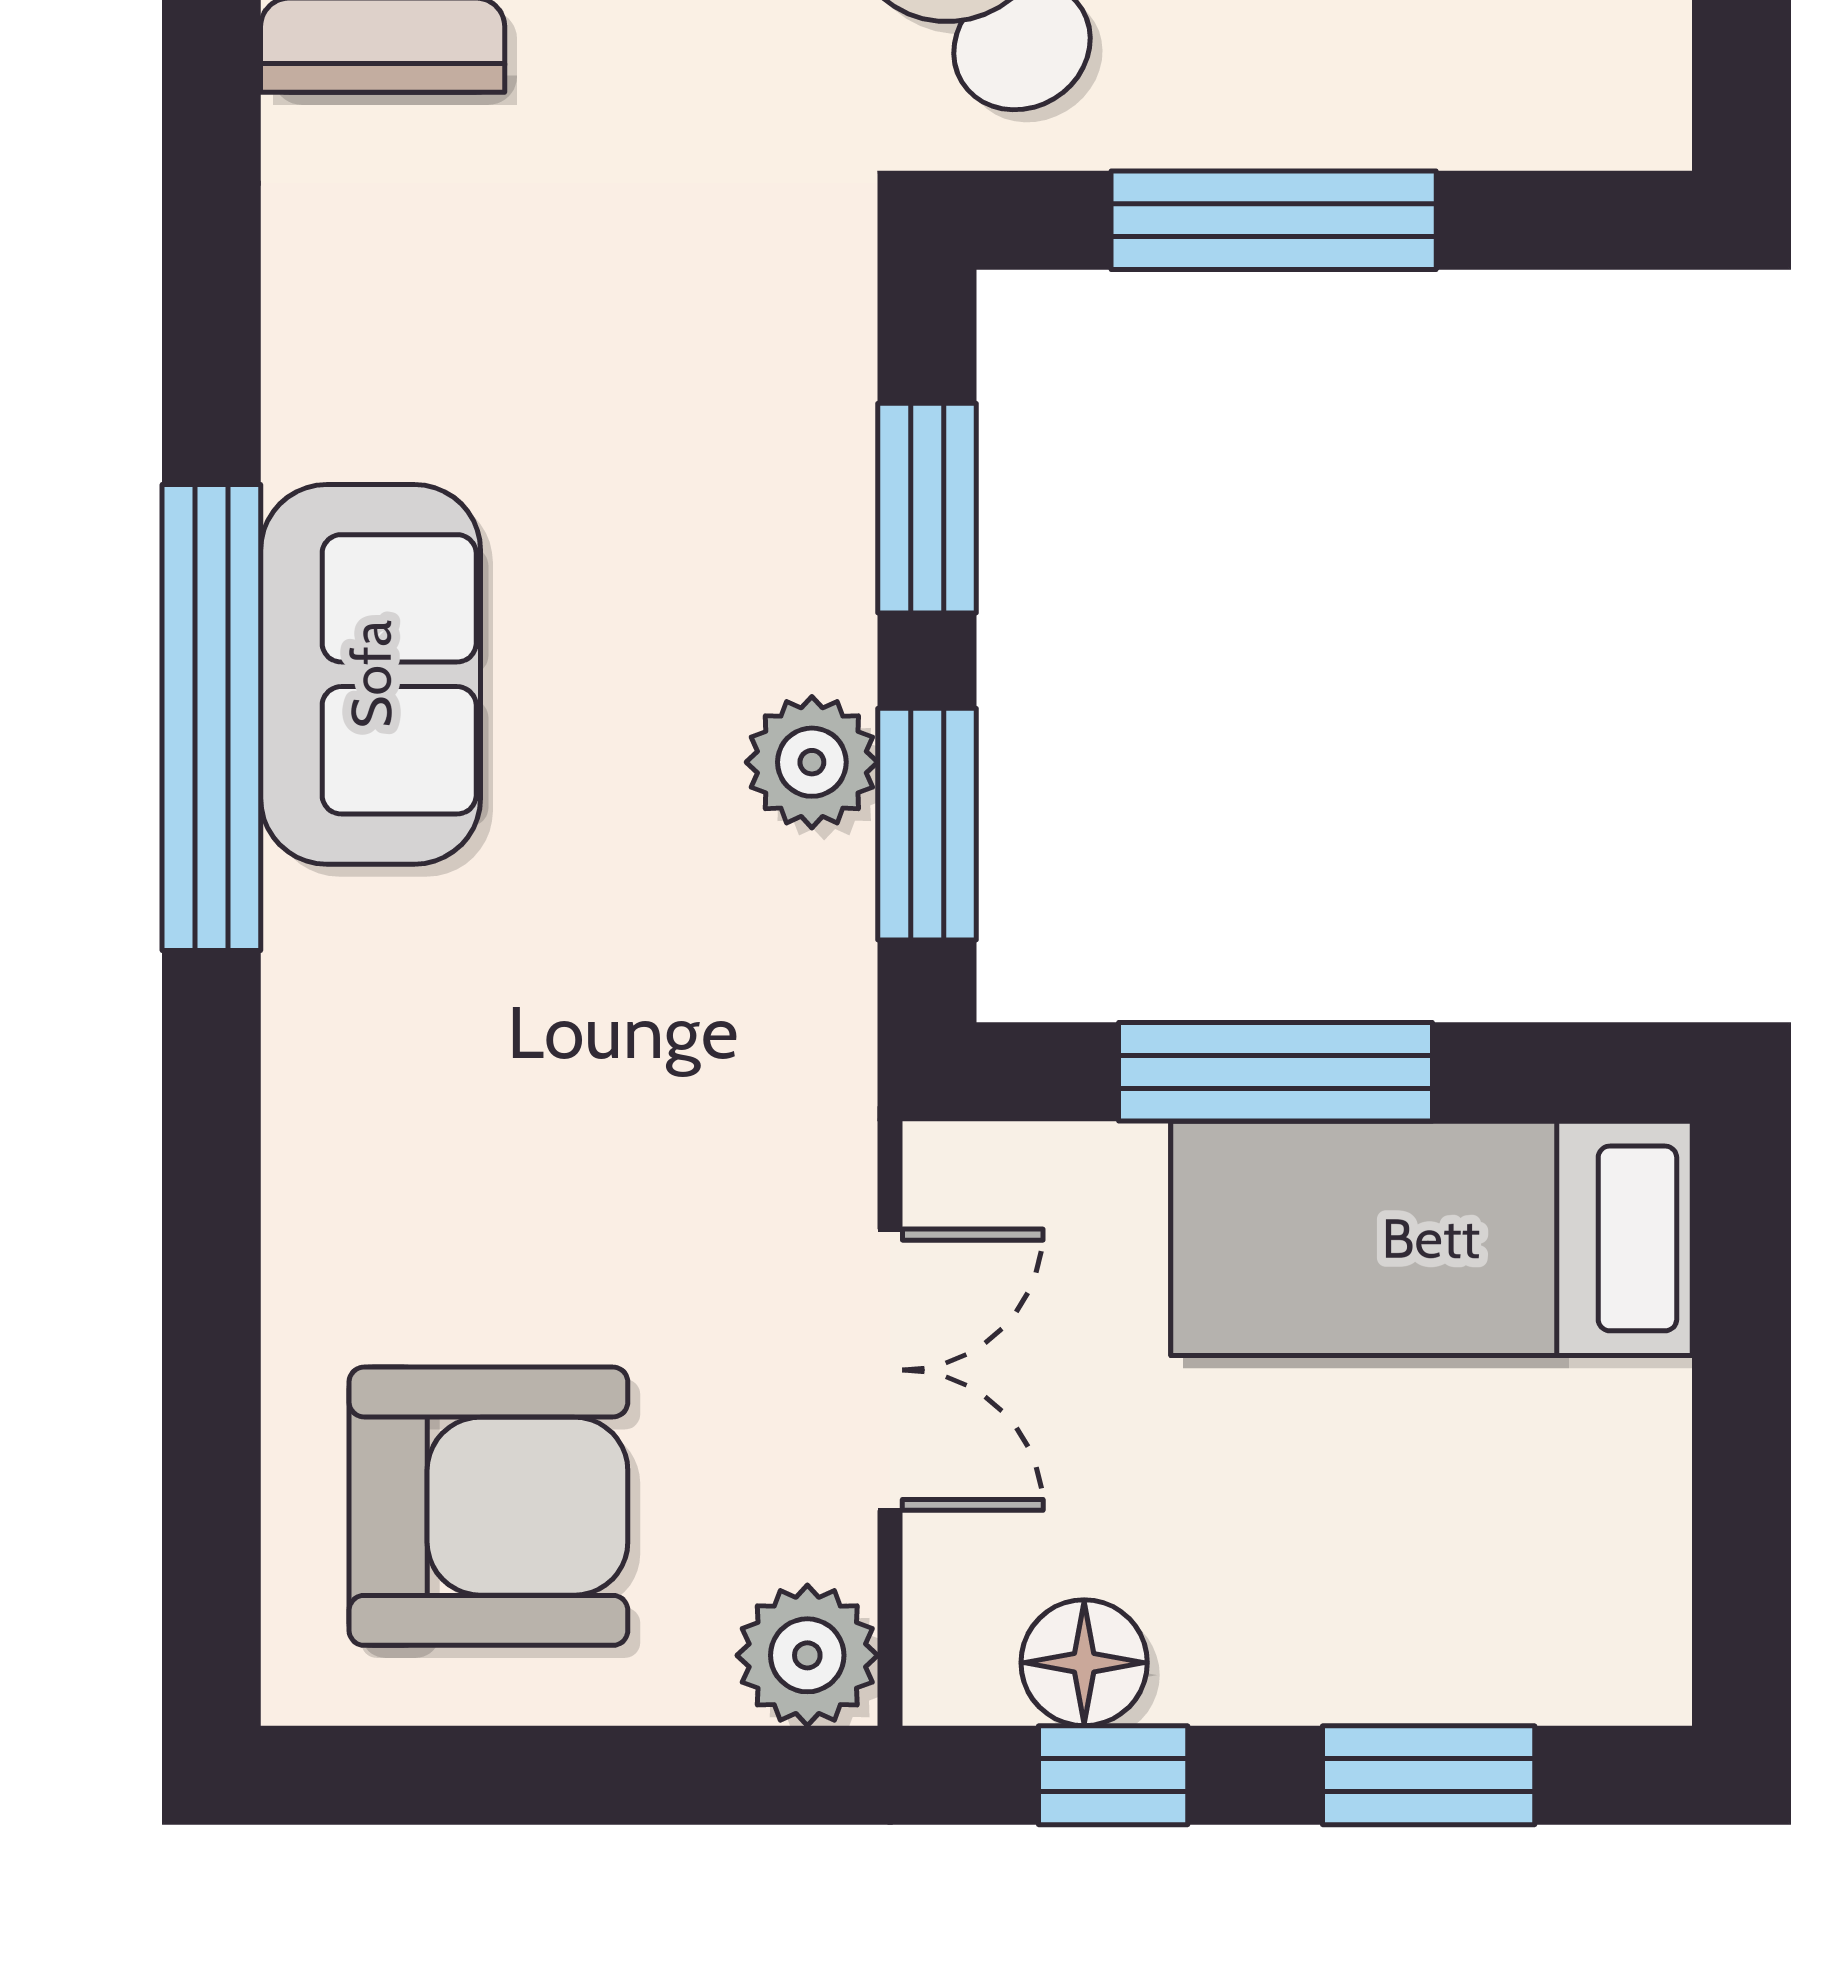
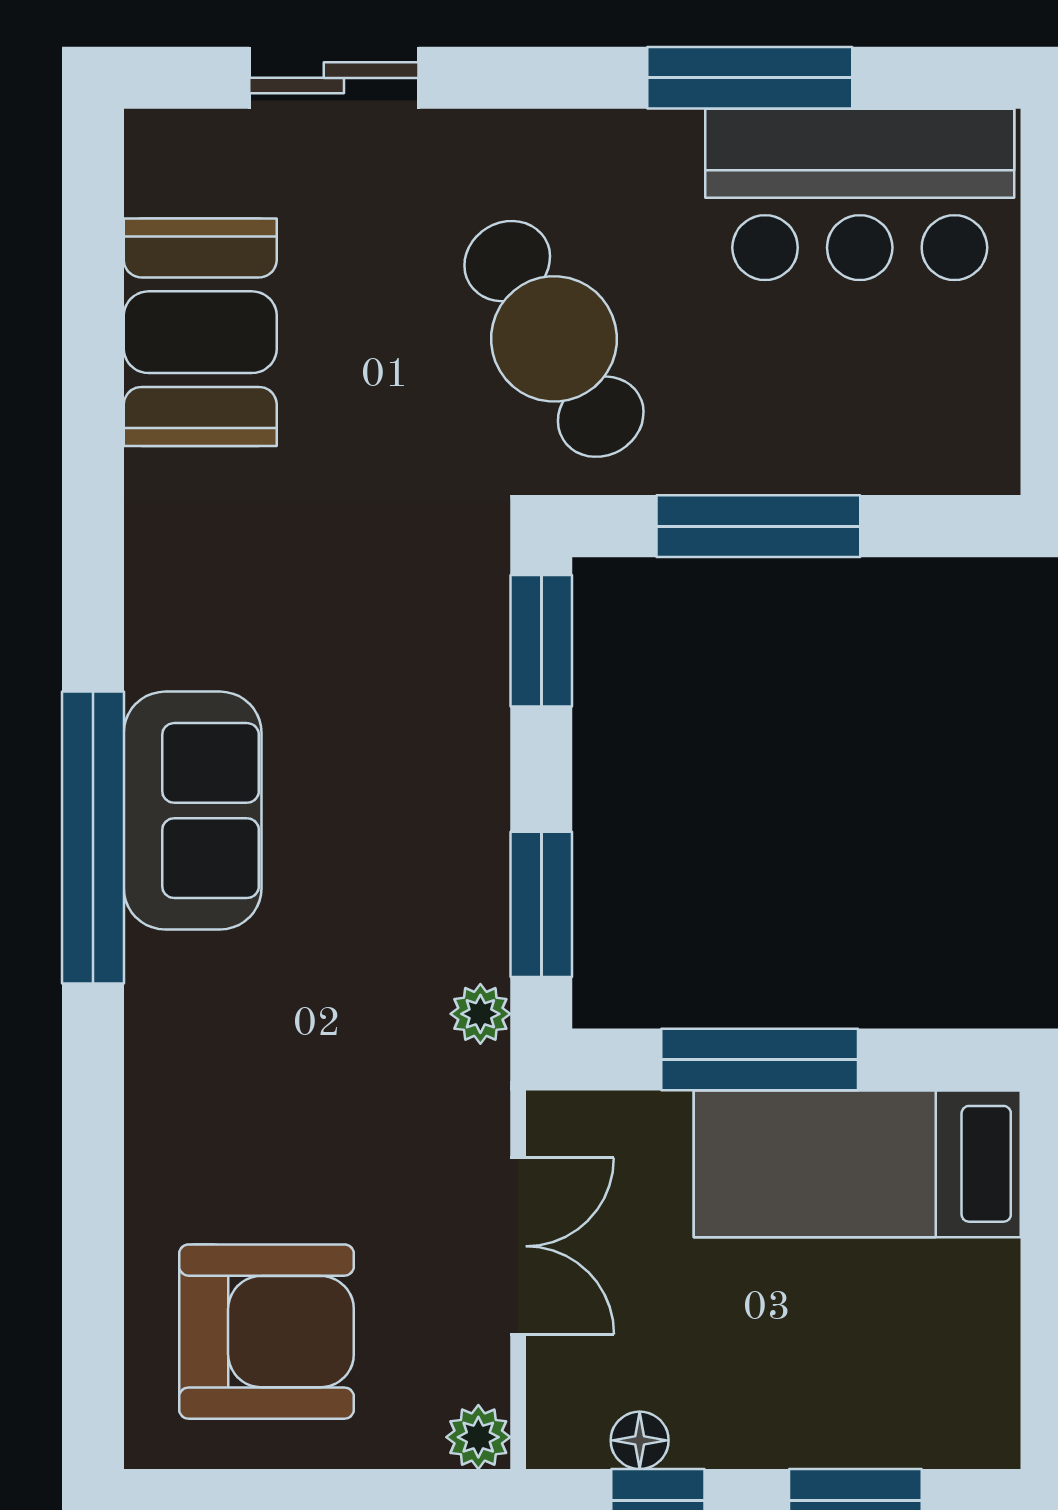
window: (927, 508) -> (541, 641), moved
plant: (812, 762) -> (480, 1014), moved, width x0.73, depth x0.73
plant: (807, 1655) -> (478, 1437), width x0.73, depth x0.73
floor lamp: (1084, 1663) -> (640, 1440), width x0.73, depth x0.73

